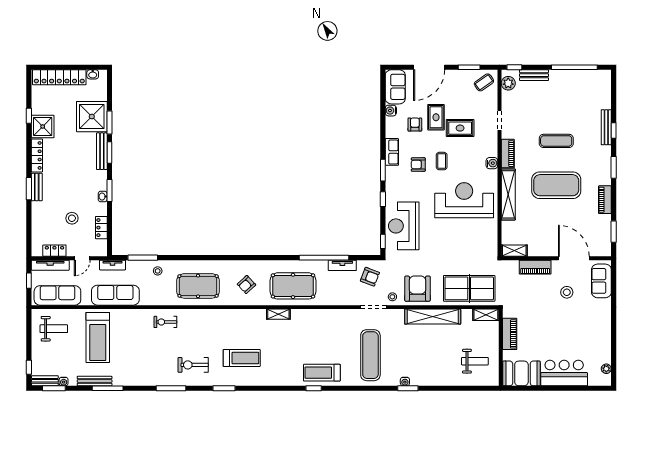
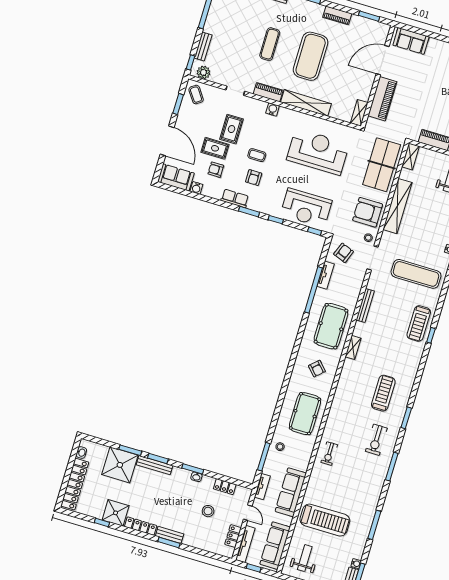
reception desk: (464, 200) -> (318, 152), moved, turned 90
piano: (535, 267) -> (382, 99), width x1.37, depth x1.33
stool: (567, 292) -> (412, 76), removed
bench: (95, 381) -> (365, 305), moved

